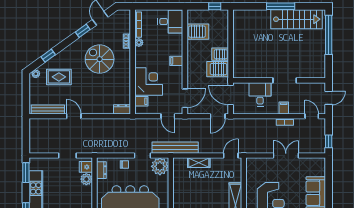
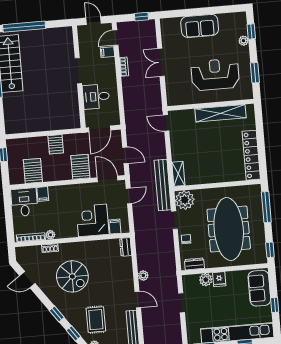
window: (83, 31) -> (57, 314), moved
spiral stairs: (100, 59) -> (72, 276), turned -90
filing cabinet: (176, 61) -> (43, 194), moved
server rack: (218, 69) -> (80, 167), moved, turned 180
filing cabinet: (284, 108) -> (107, 52), moved
door: (74, 116) -> (138, 300), swing flipped
door: (218, 116) -> (125, 155), moved
plant: (95, 123) -> (143, 275), added
shelving: (199, 163) -> (178, 174), moved
fridge: (86, 167) -> (219, 279), moved

